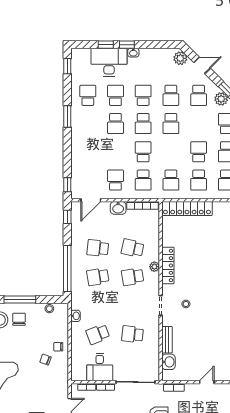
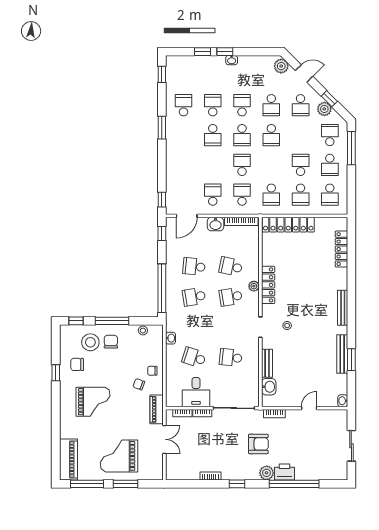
desk: (109, 62) -> (206, 70), removed
school desk: (143, 180) -> (242, 195), turned 180
school desk: (98, 334) -> (194, 357), turned 39
piano: (62, 383) -> (157, 409), added

